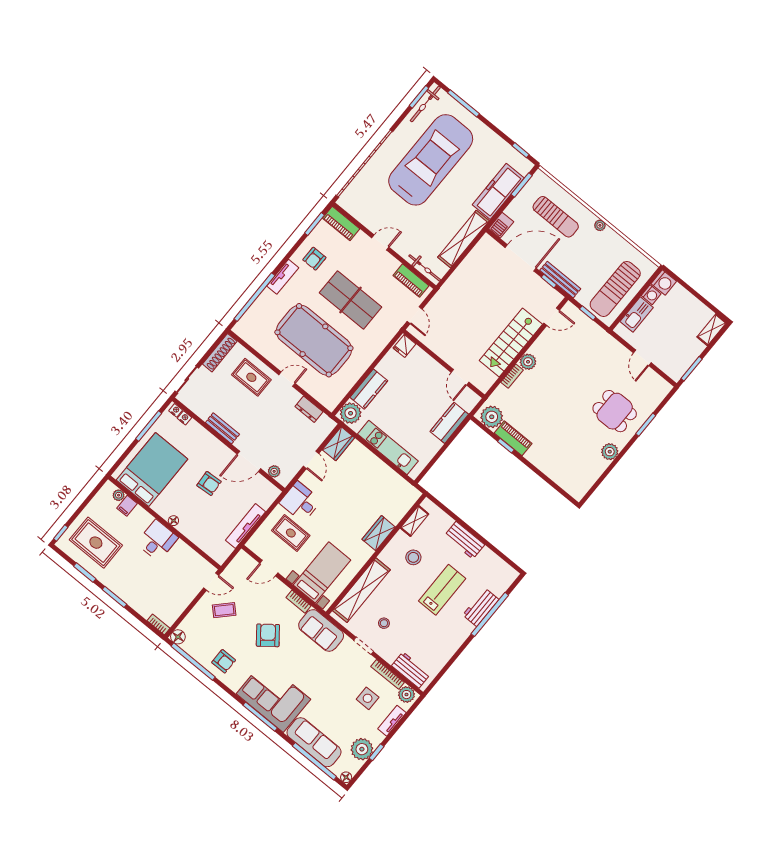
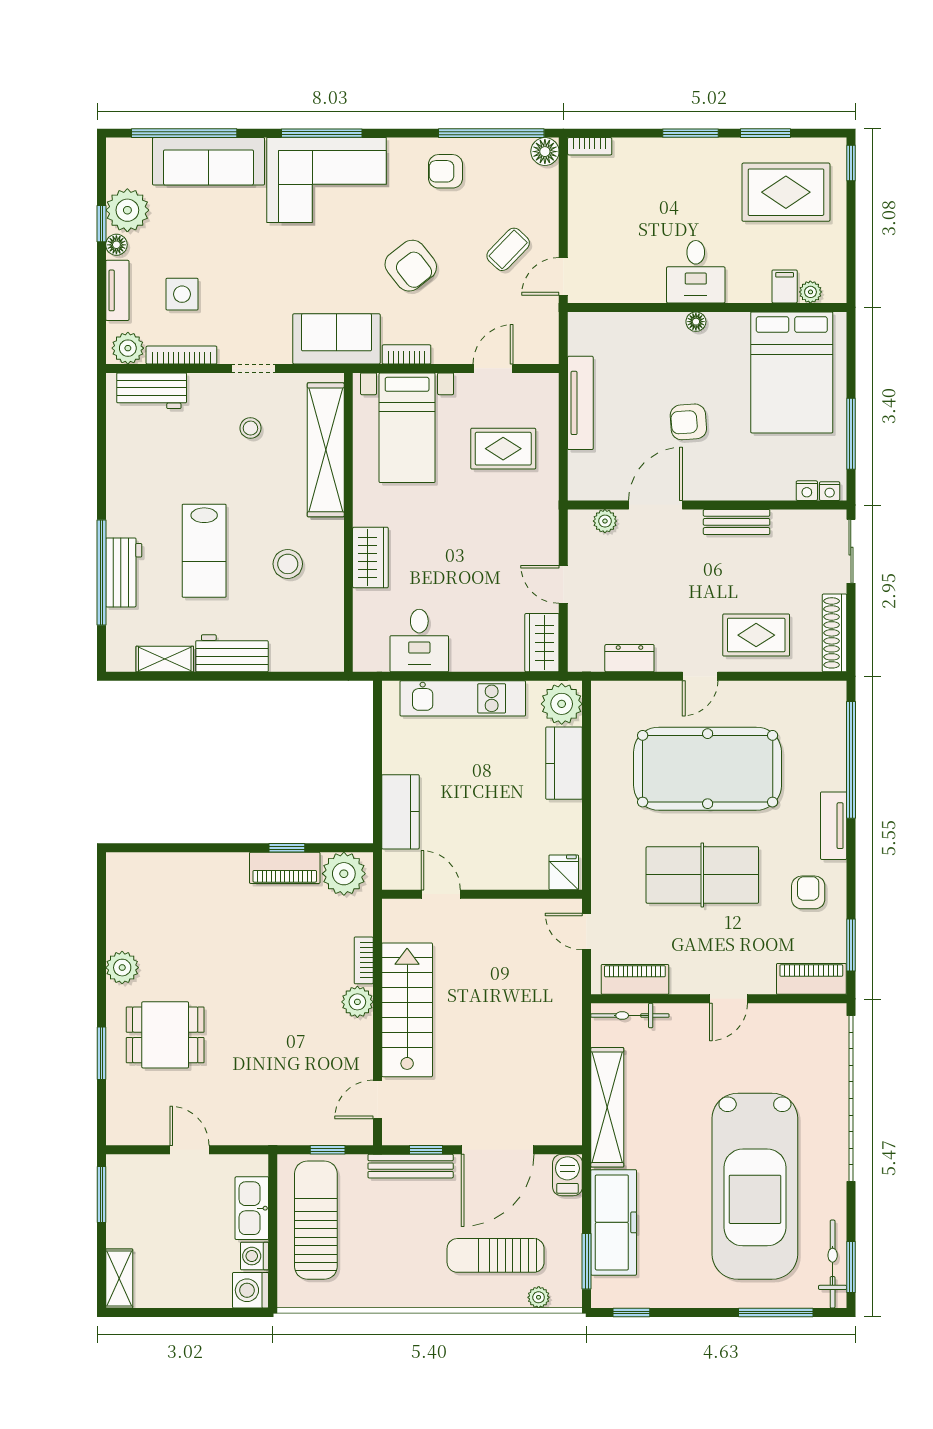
plant: (600, 225) -> (539, 1297), moved
desk: (300, 502) -> (419, 641), moved, turned 90
shelving: (415, 521) -> (165, 659), moved, turned 90
floor lamp: (346, 777) -> (116, 245), moved

